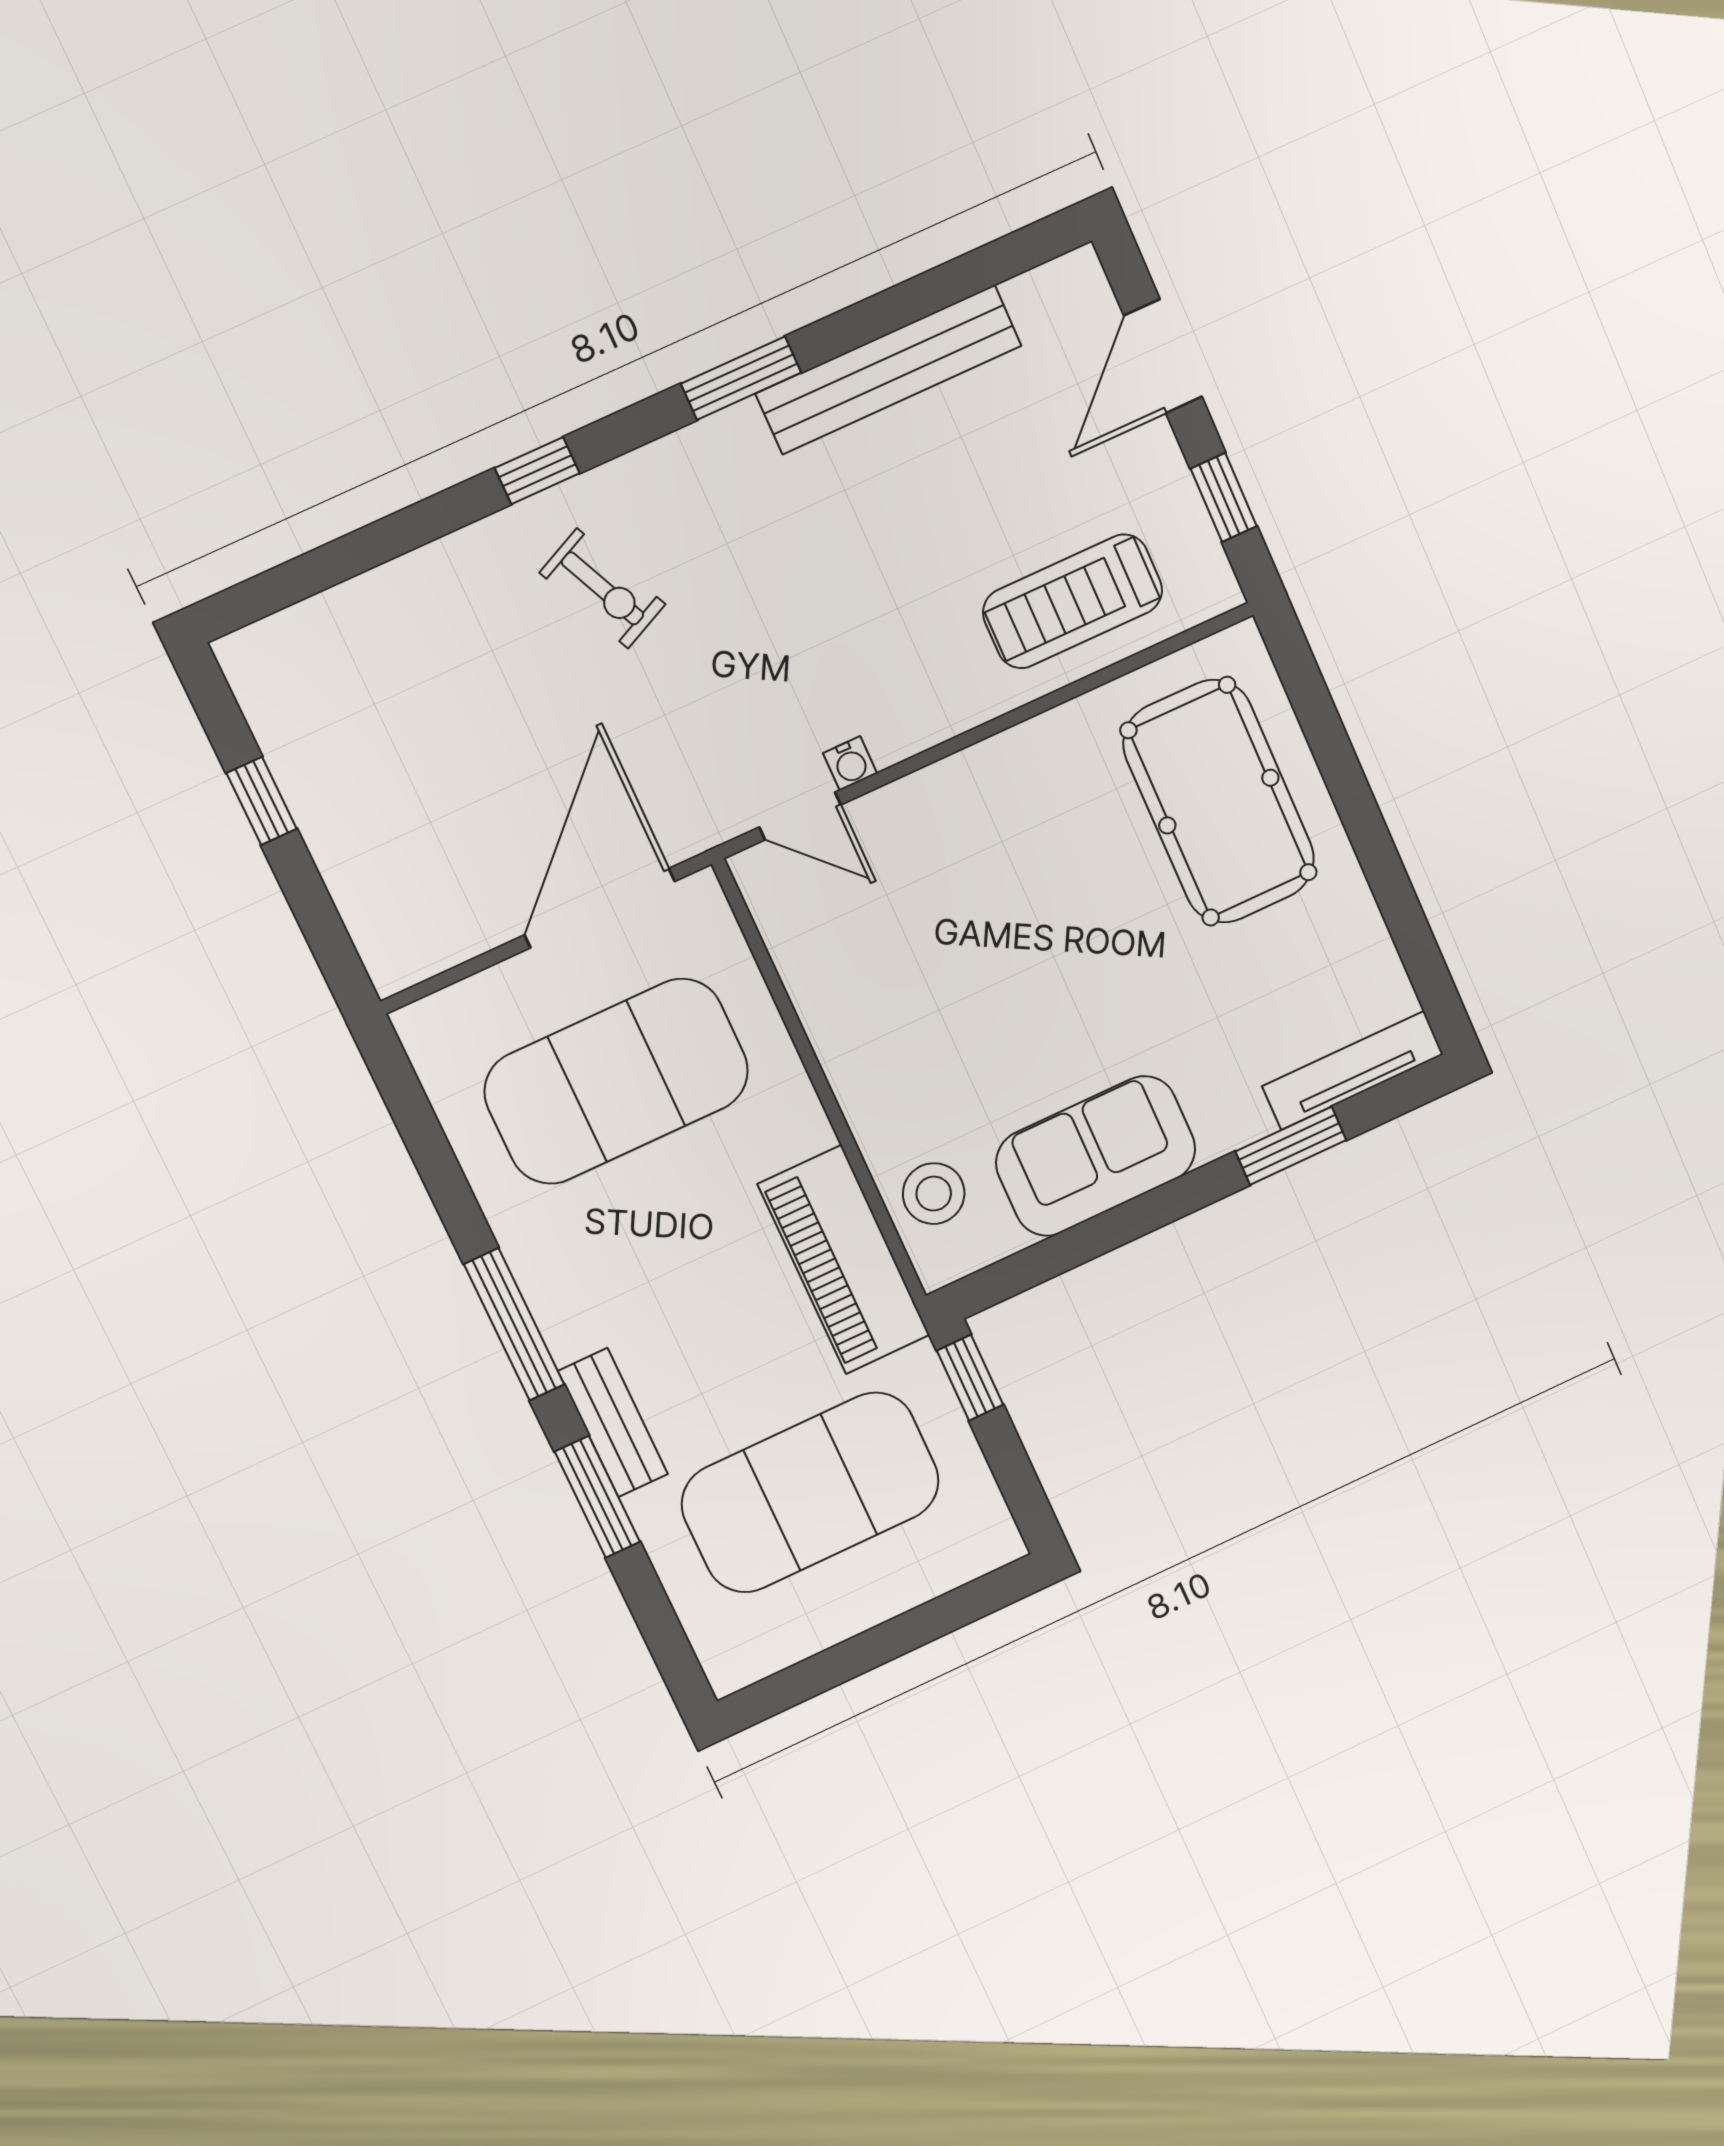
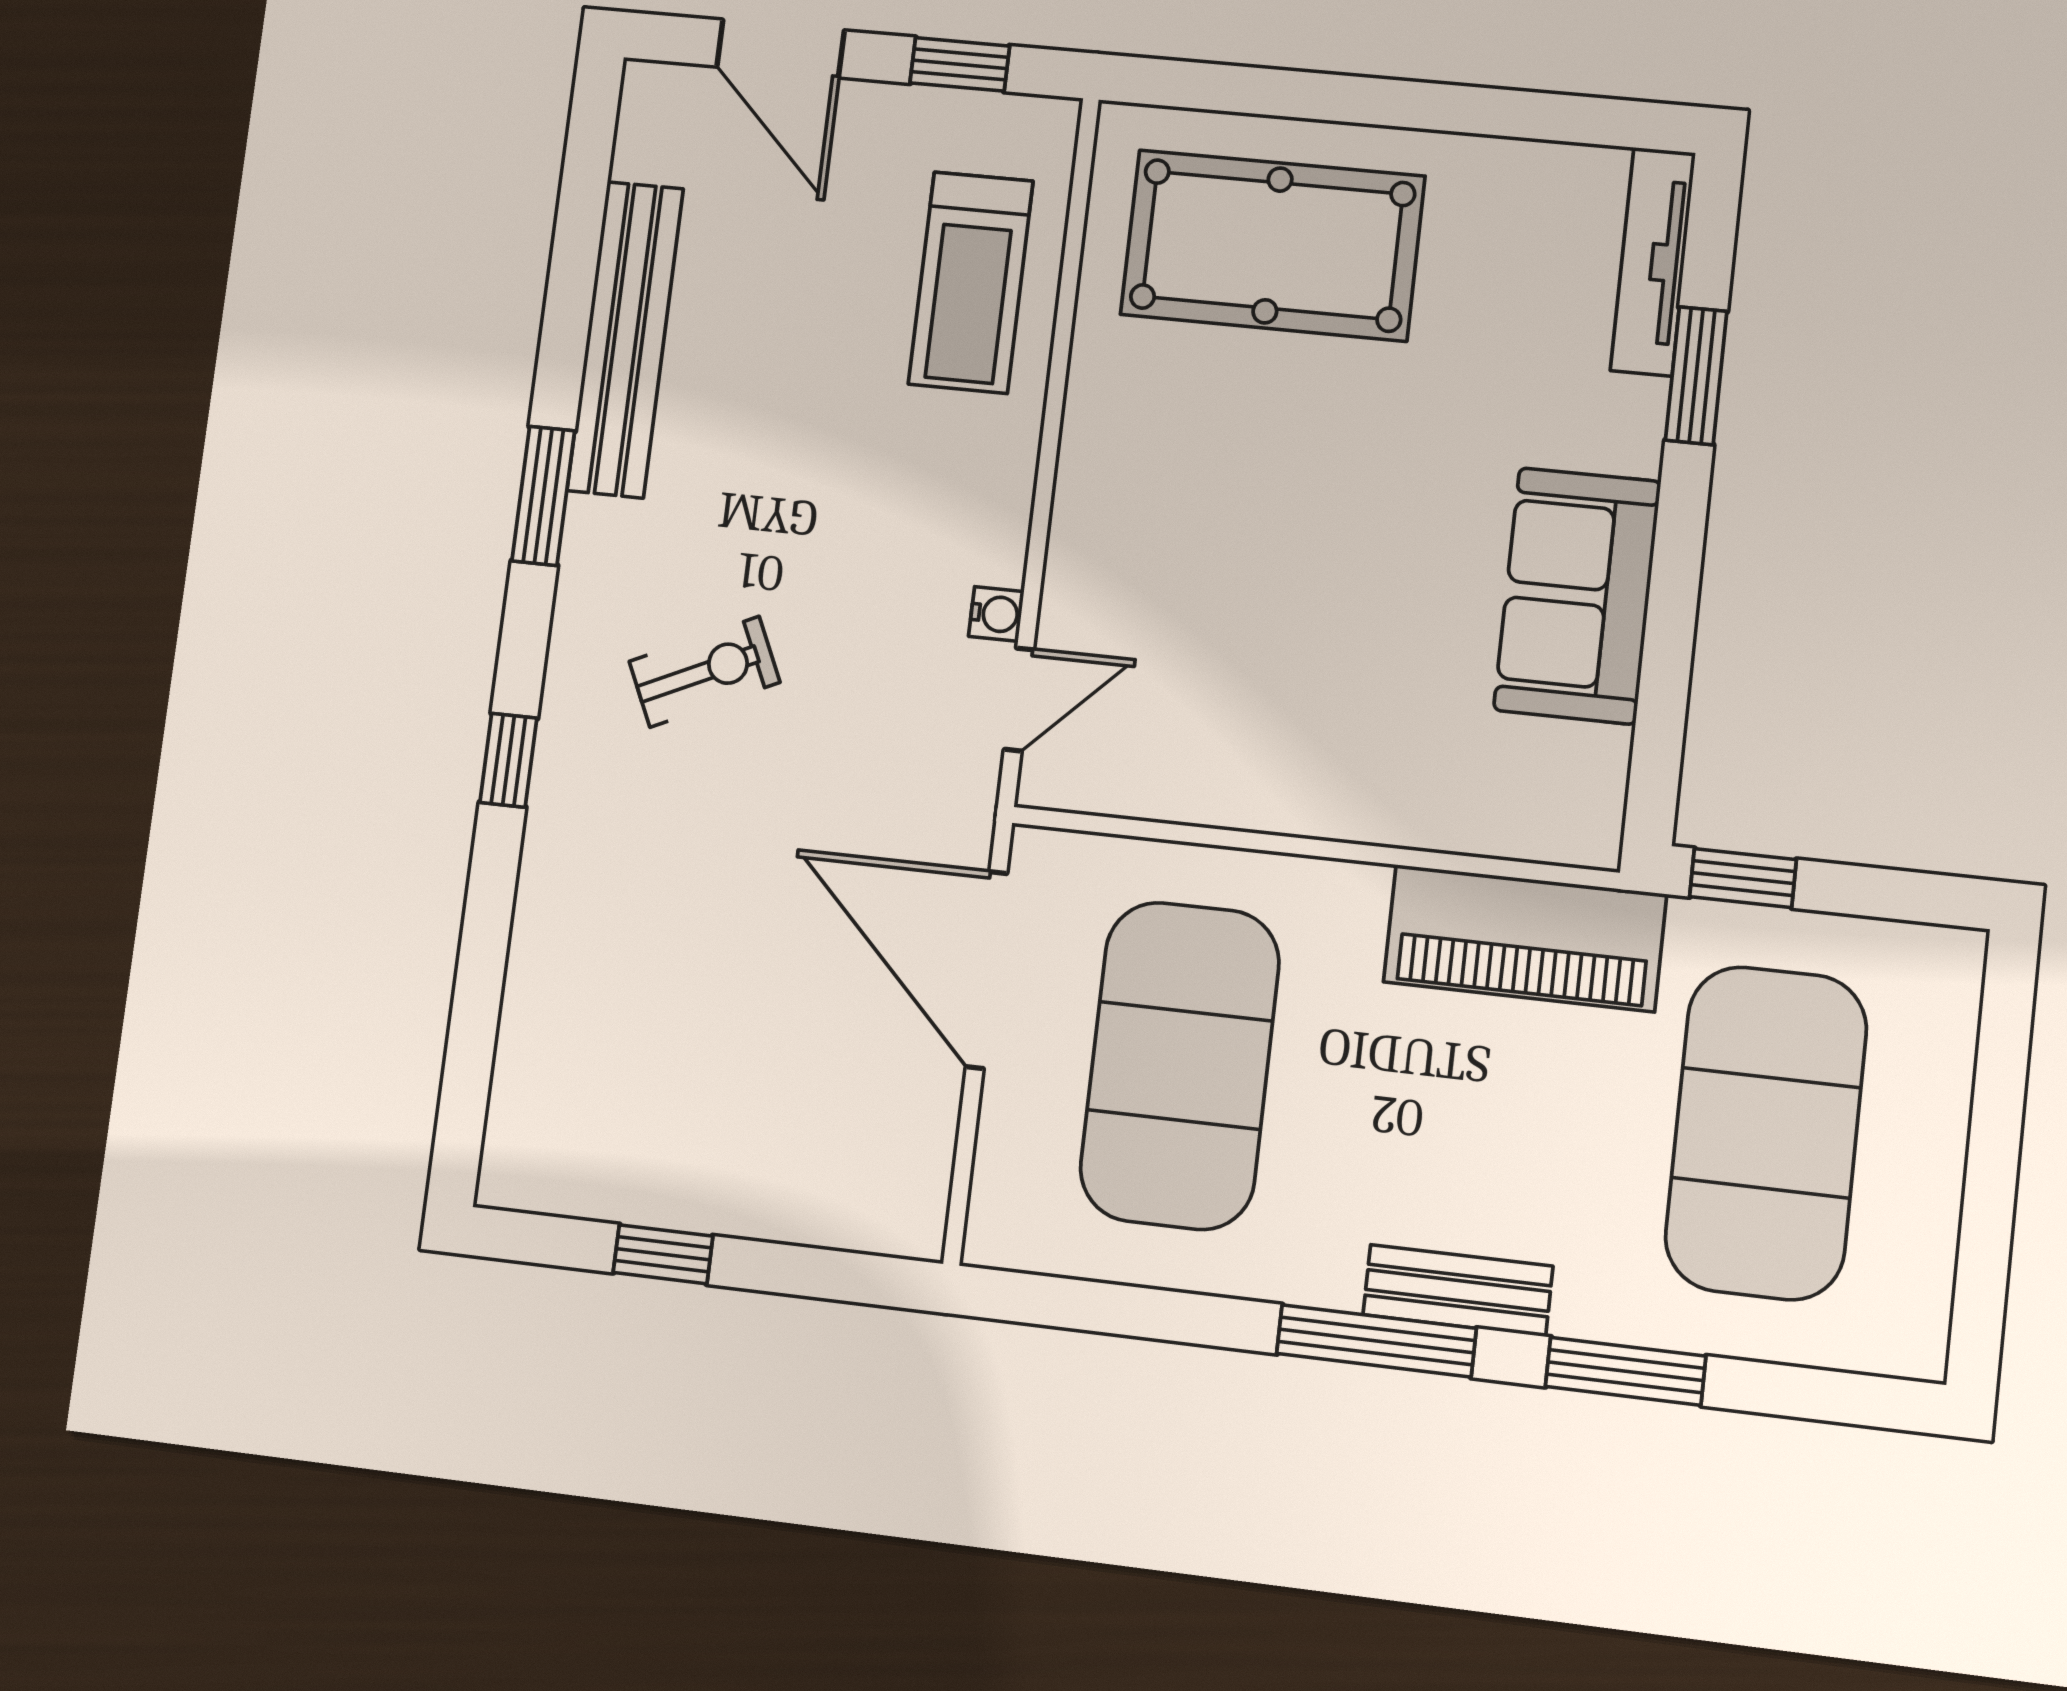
exercise bike: (603, 588) -> (705, 672), moved
stool: (934, 1194) -> (1511, 797), removed
bench: (613, 1423) -> (1458, 1290), moved

